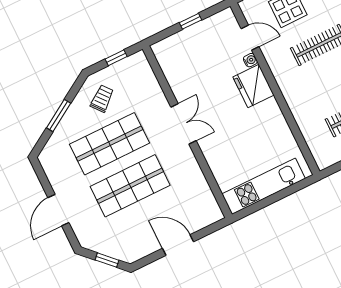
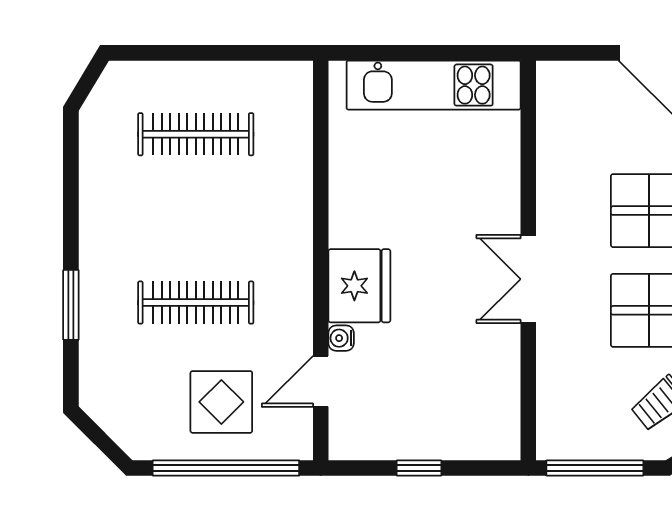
door: (250, 38) -> (321, 381), hinge flipped
window: (116, 58) -> (595, 468), width x2.17

